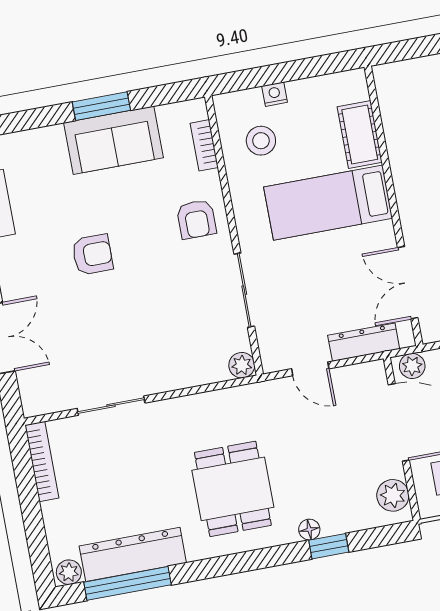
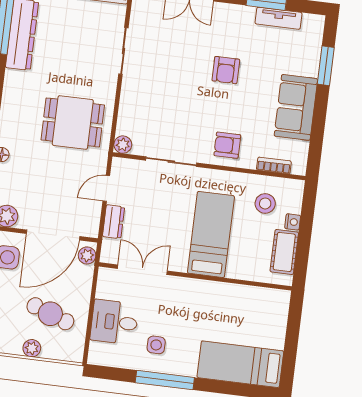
window: (101, 106) -> (326, 66), moved
cot: (360, 134) -> (284, 252), moved, turned 90
dresser: (364, 342) -> (114, 222), width x0.70
dining table: (233, 489) -> (73, 122), moved

